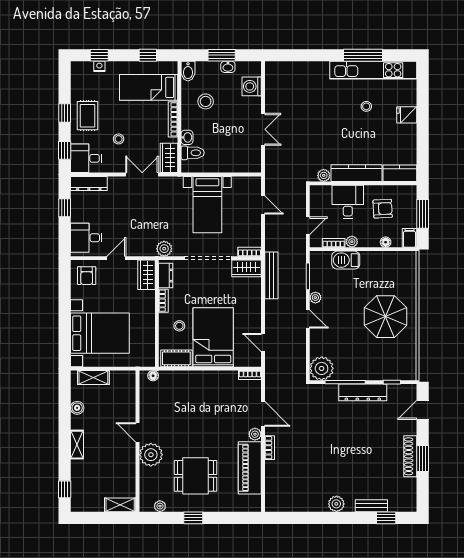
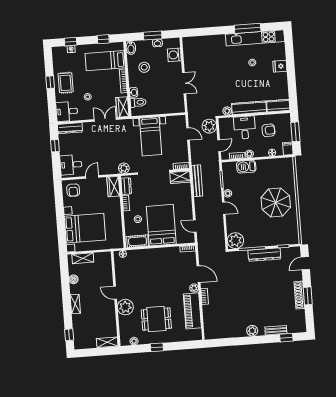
window: (65, 150) -> (52, 107), removed
plant: (296, 196) -> (209, 126), added

